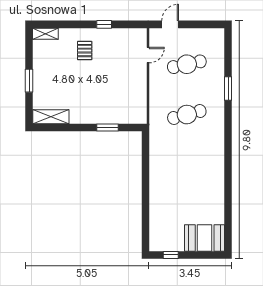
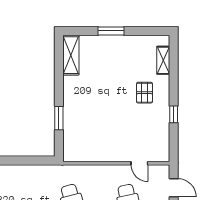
shelving: (45, 34) -> (163, 60), moved
pallet: (85, 51) -> (144, 93), turned 90

